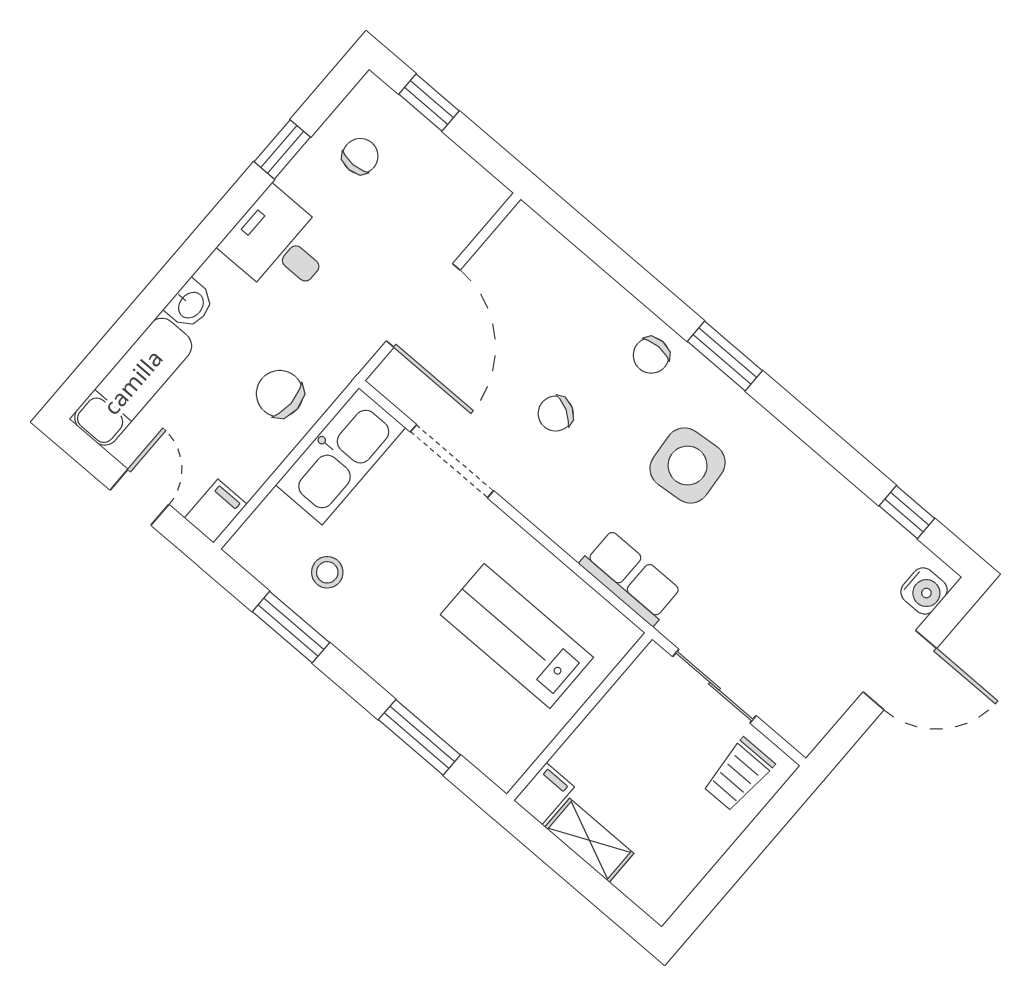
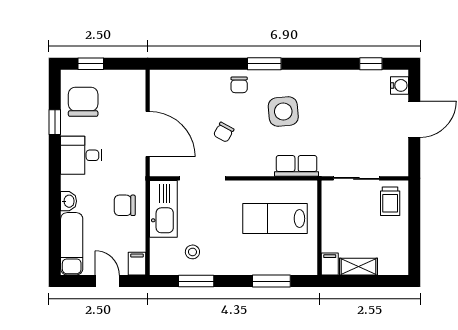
chair: (360, 156) -> (83, 102), width x1.87, depth x1.87

